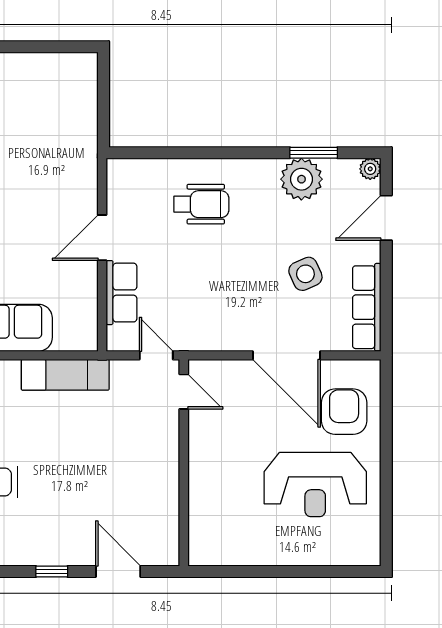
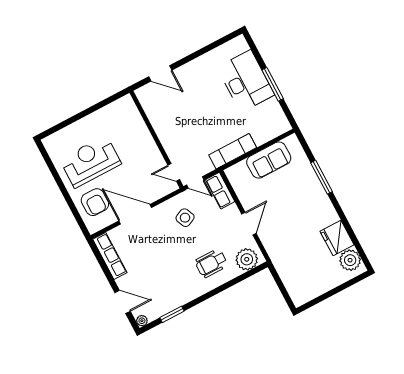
plant: (301, 179) -> (247, 259), moved
door: (386, 218) -> (123, 302), hinge flipped
side table: (305, 274) -> (185, 218), moved
row of seats: (122, 293) -> (220, 191), moved
window: (52, 571) -> (191, 57), removed

